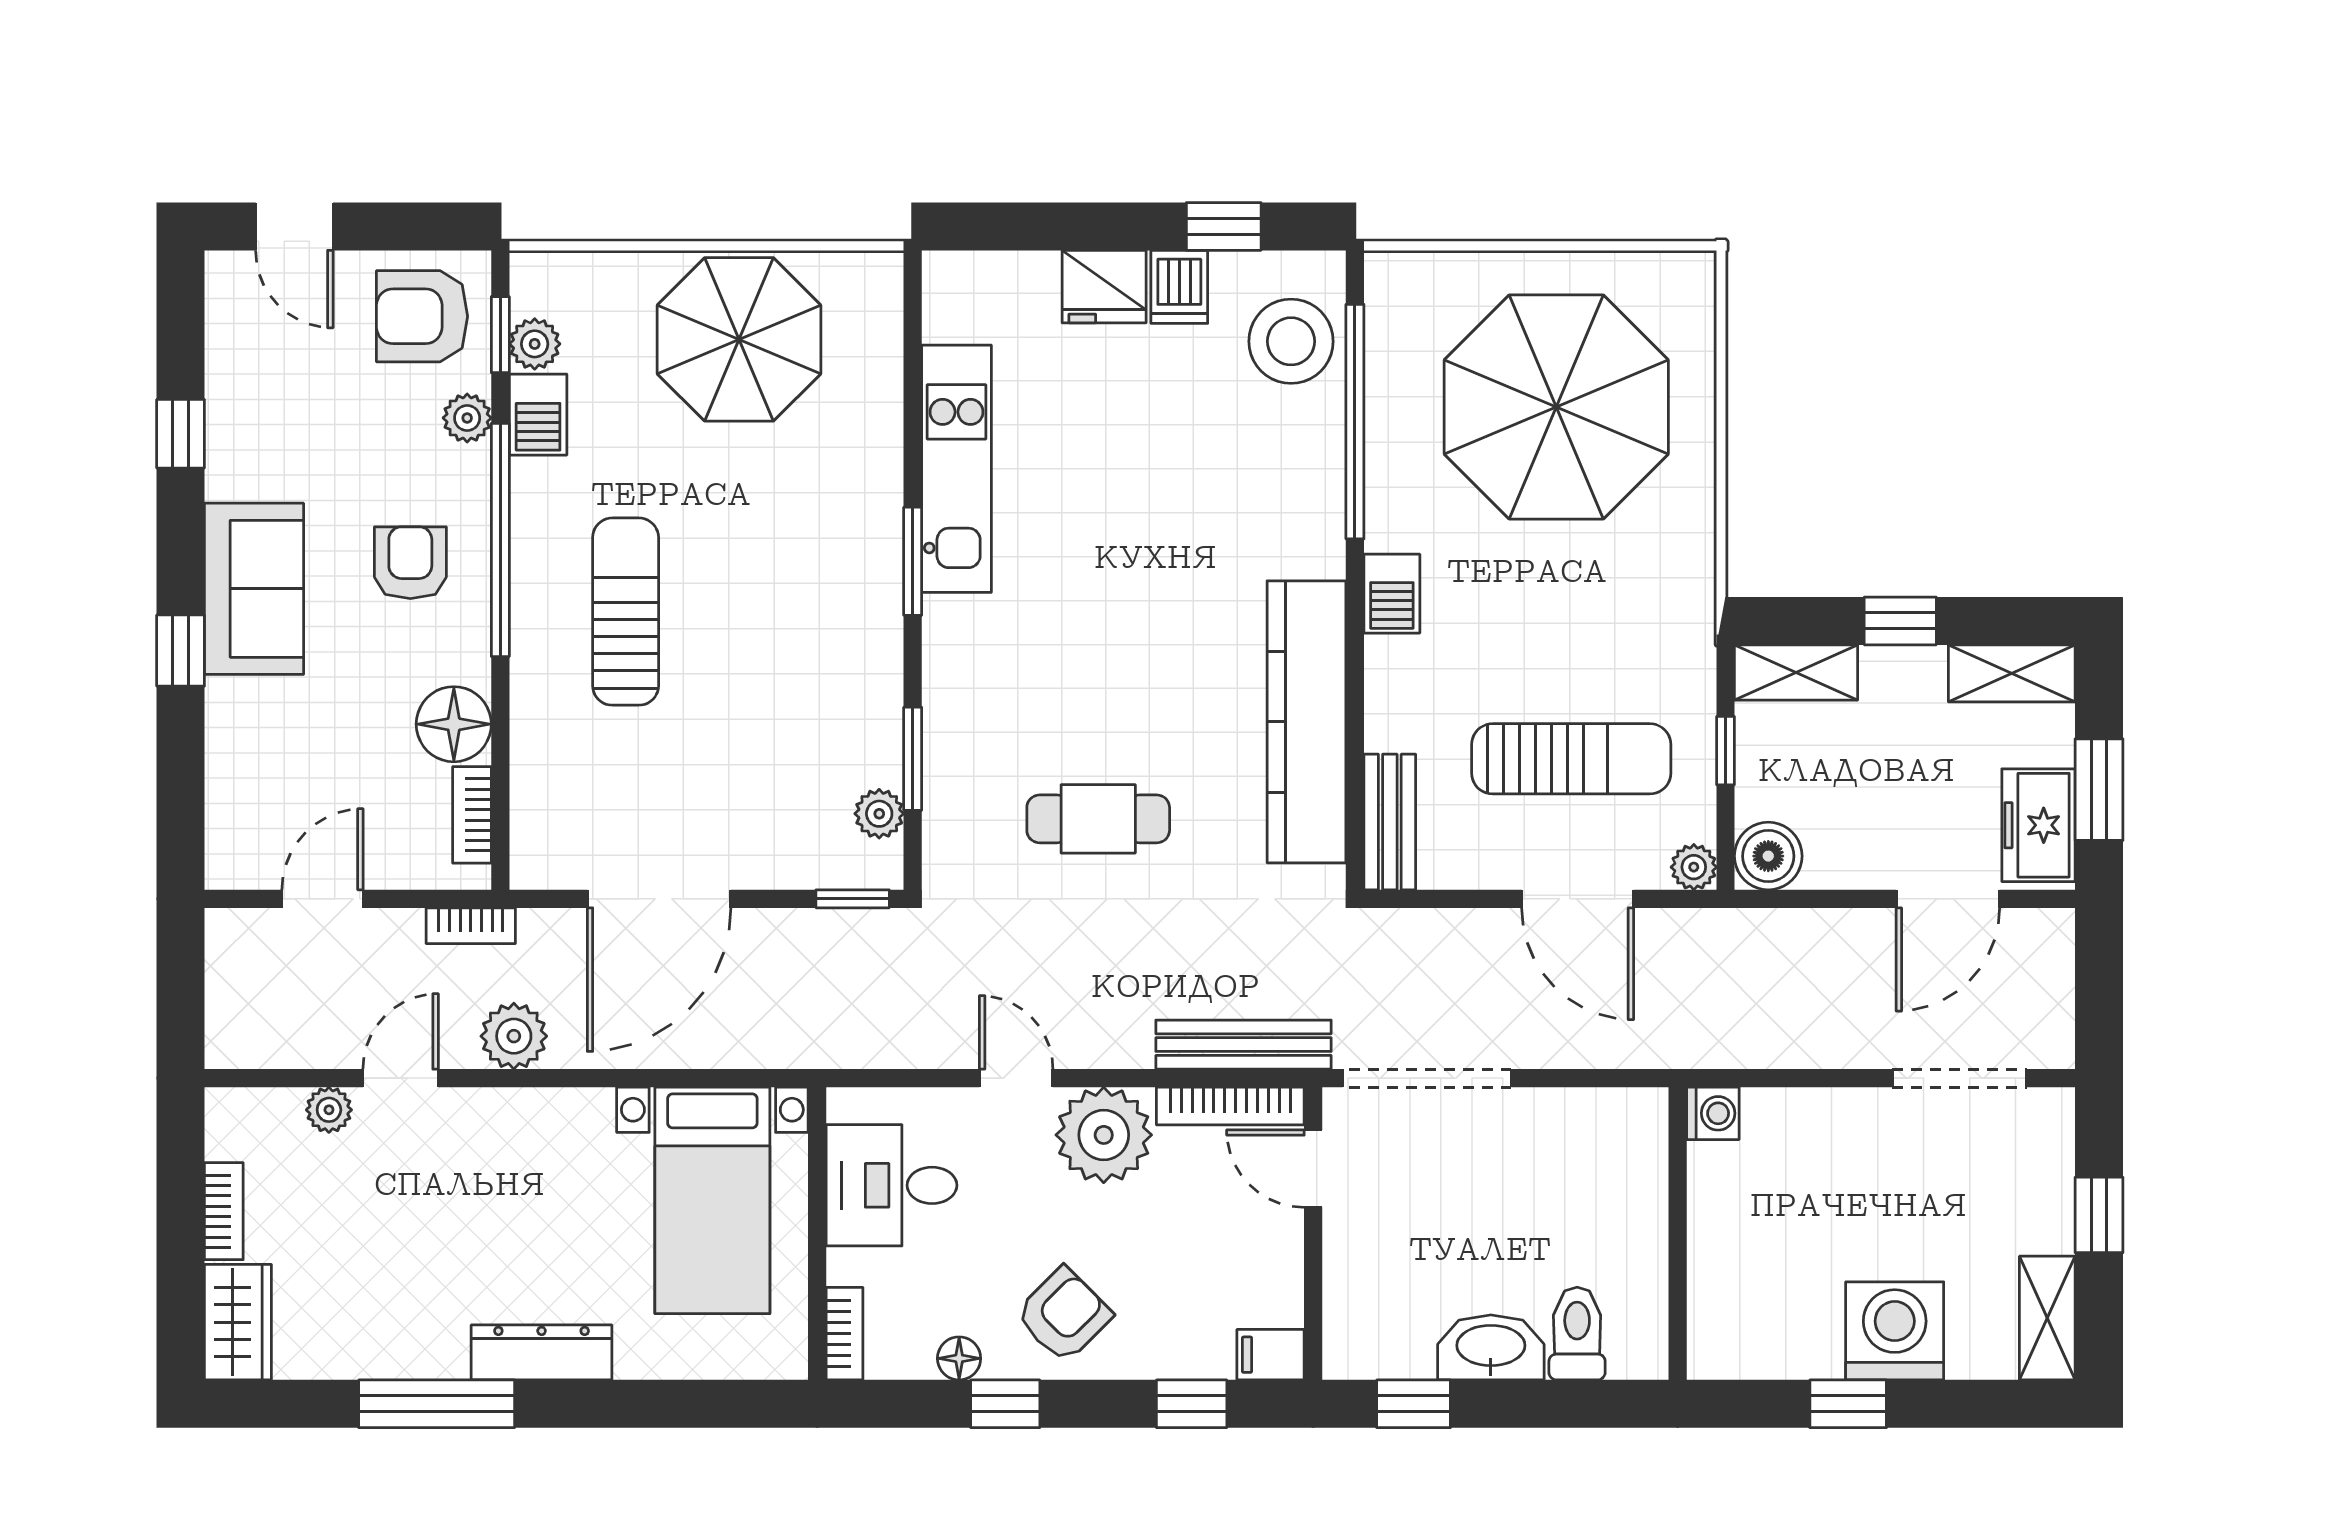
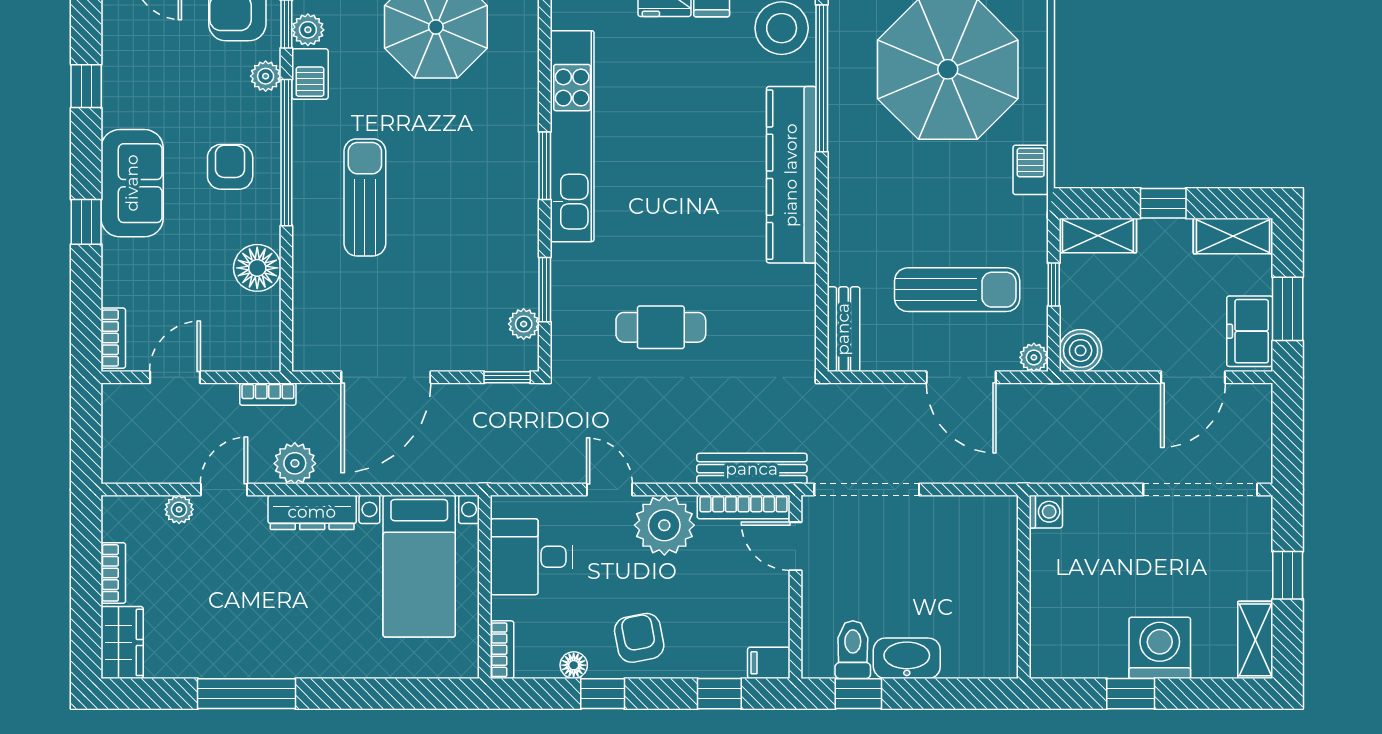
kitchen unit: (956, 469) -> (572, 136), width x1.36
barbecue: (1392, 594) -> (1031, 170), moved, turned 180
kitchen counter: (1307, 722) -> (791, 175), moved
bookcase: (472, 815) -> (113, 338), moved, turned 180
doorway: (1959, 1078) -> (1200, 490), width x1.36
armchair: (1064, 1315) -> (639, 638), turned -56
toilet: (1577, 1334) -> (853, 650), moved
dresser: (542, 1352) -> (312, 512), moved, turned 180

